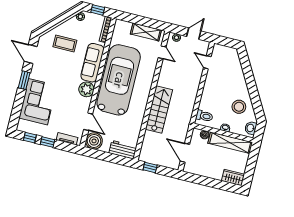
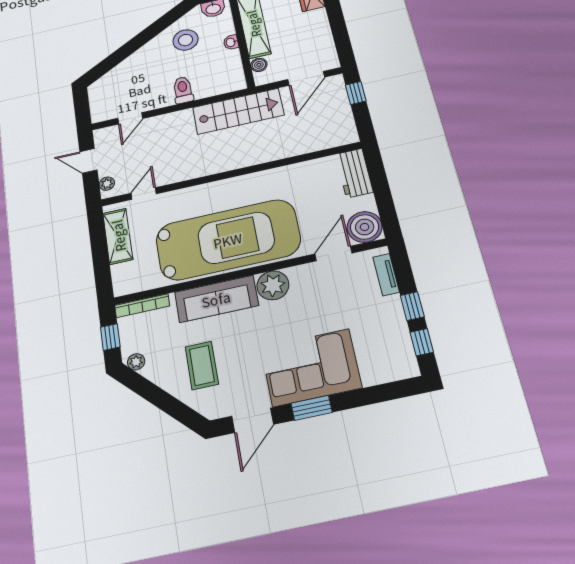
car: (119, 80) -> (228, 240), turned 180
corner sofa: (38, 102) -> (311, 368), moved
stairs: (159, 110) -> (238, 111), moved, turned 180
toilet: (204, 116) -> (183, 90), moved
window: (150, 167) -> (356, 93), moved

